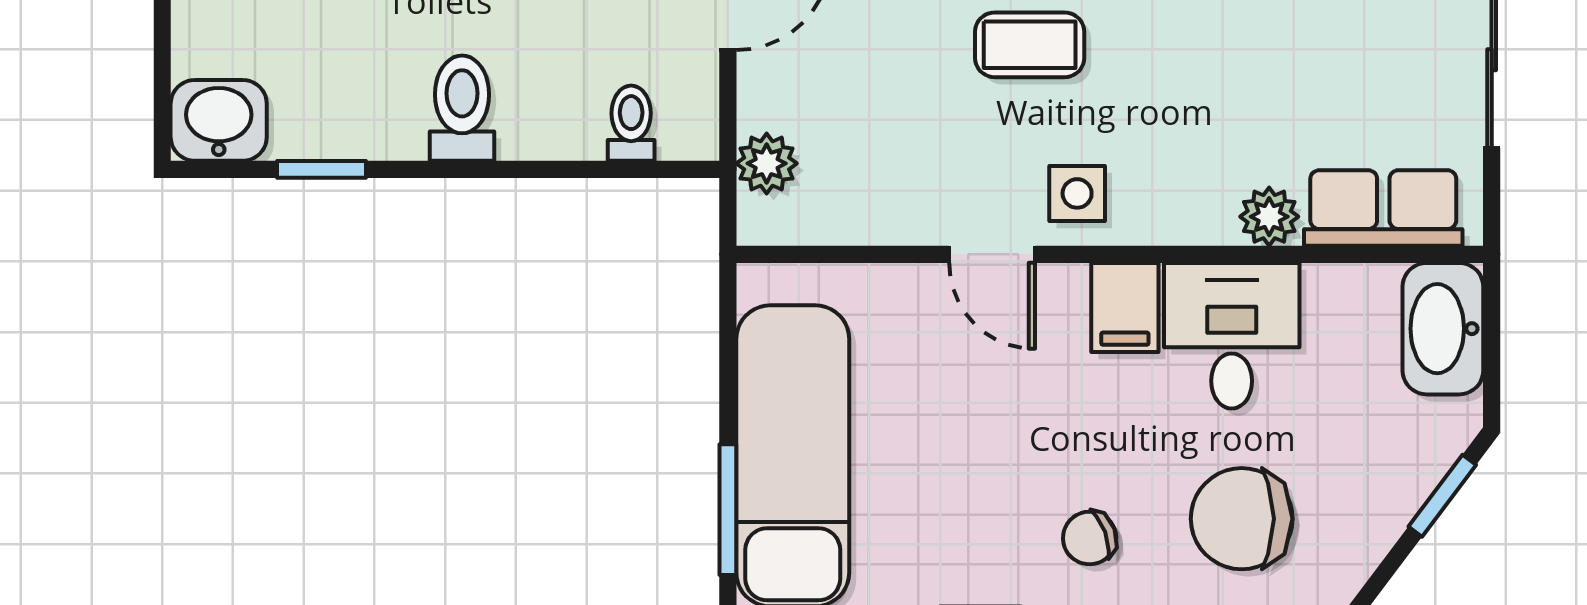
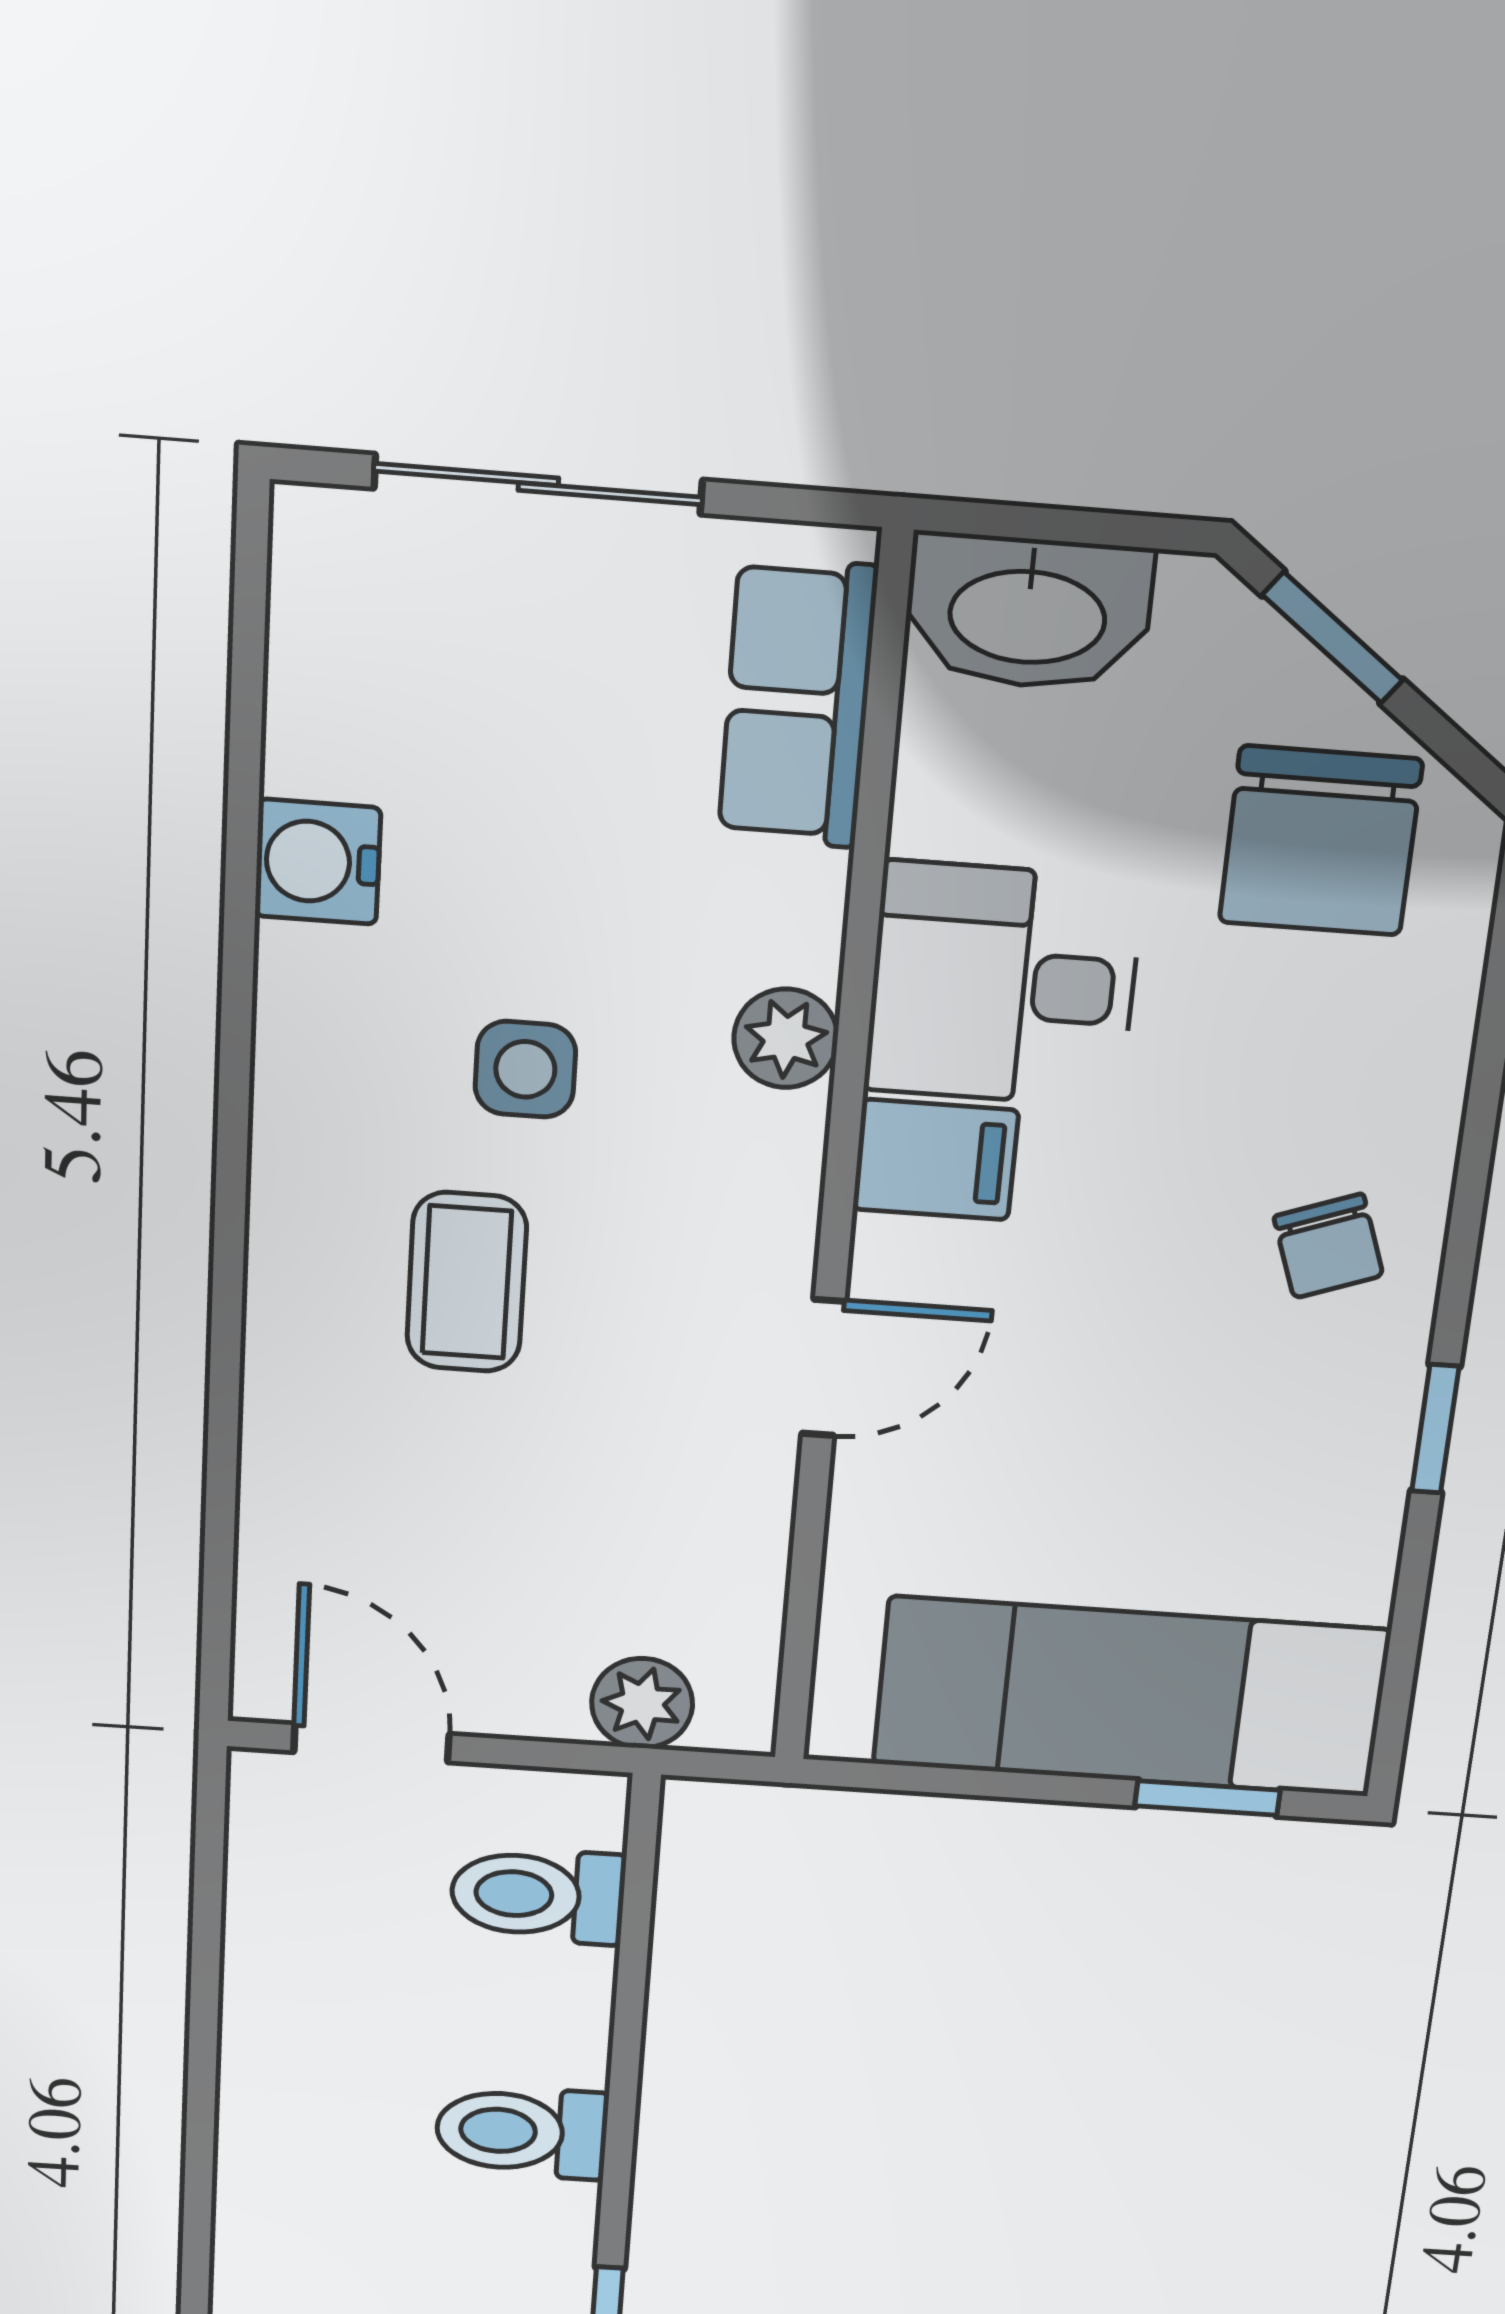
toilet: (631, 123) -> (538, 1895), width x1.37, depth x1.39
side table: (1077, 193) -> (525, 1069), moved
plant: (1269, 217) -> (786, 1038), moved
window: (728, 510) -> (1207, 1798), width x0.67
chair: (1242, 519) -> (1321, 841), moved

